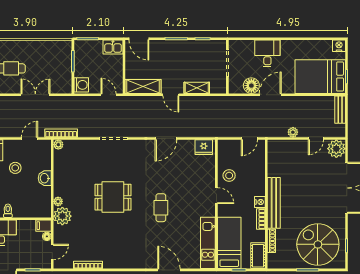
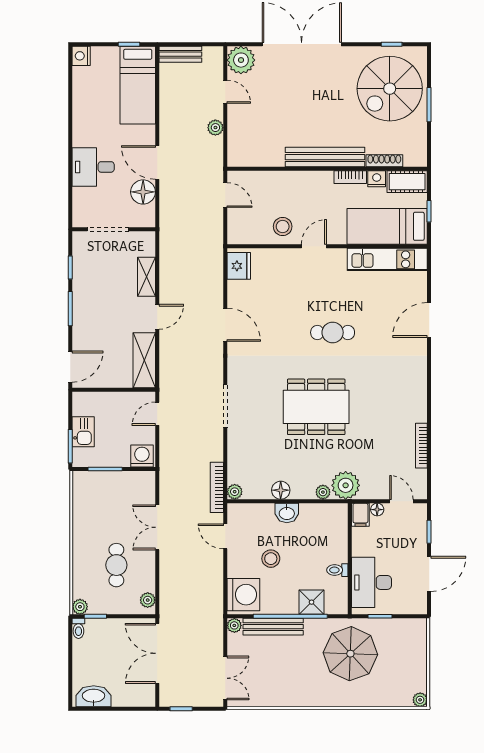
kitchen sink: (113, 47) -> (83, 432), moved
bed: (320, 77) -> (138, 85), width x0.67
floor lamp: (59, 174) -> (281, 490), added
dining table: (113, 197) -> (316, 407), width x1.37
nightstand: (260, 202) -> (377, 179), moved

